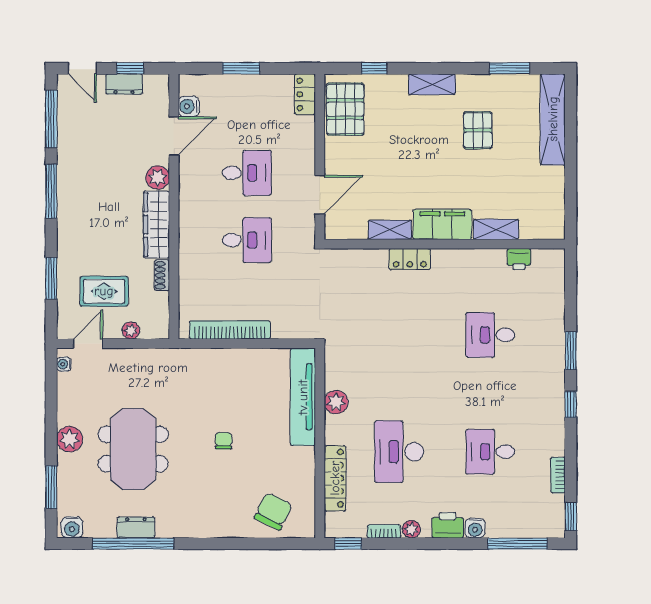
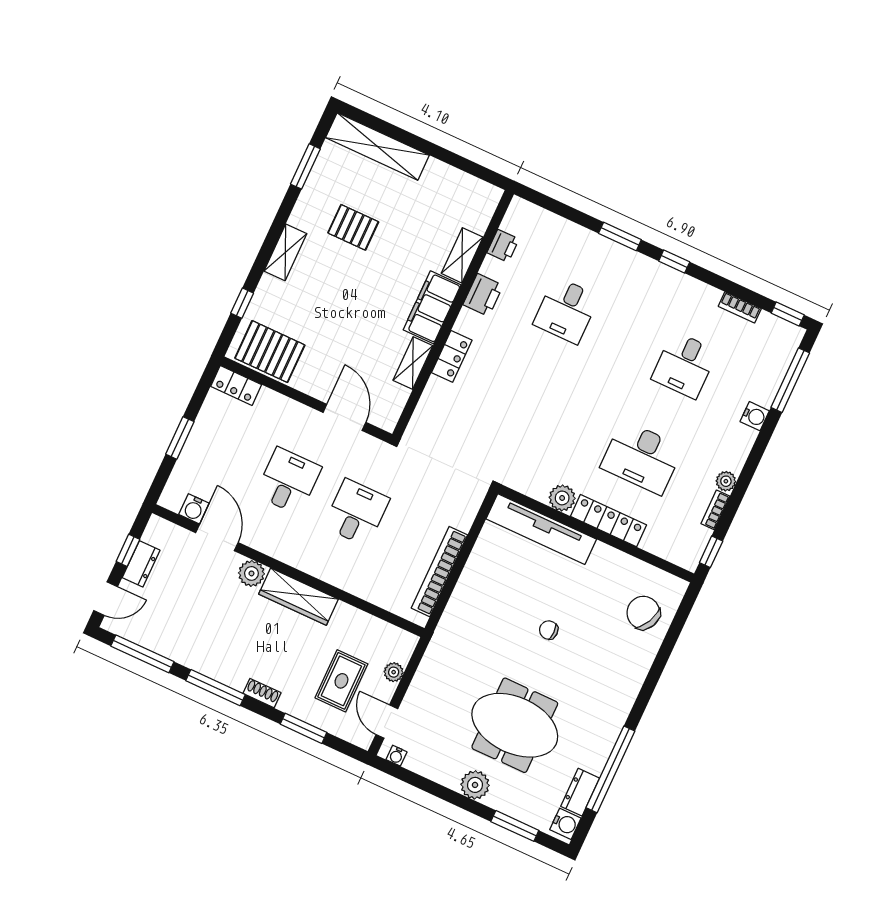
shoe rack: (162, 275) -> (262, 693), moved, turned 180
locker: (335, 478) -> (609, 521), moved
printer: (448, 525) -> (483, 295), moved, turned 180
dresser: (136, 527) -> (580, 792), moved

